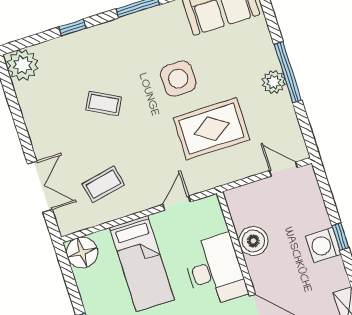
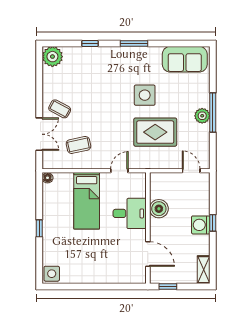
coffee table: (104, 104) -> (60, 109), moved
floor lamp: (82, 253) -> (48, 178), width x0.53, depth x0.53
desk: (215, 270) -> (130, 213), width x0.73

